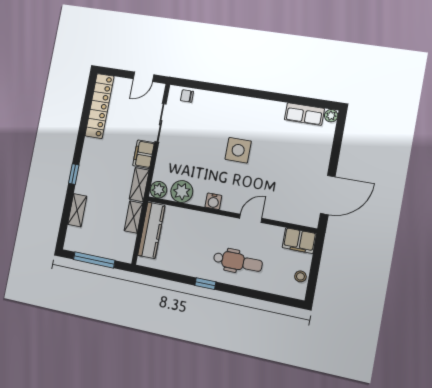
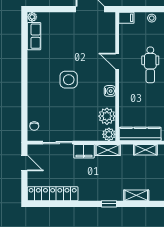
shelving: (133, 217) -> (145, 150), moved
filing cabinet: (299, 241) -> (126, 18), width x0.50
dental chair: (238, 262) -> (150, 65), turned 180

